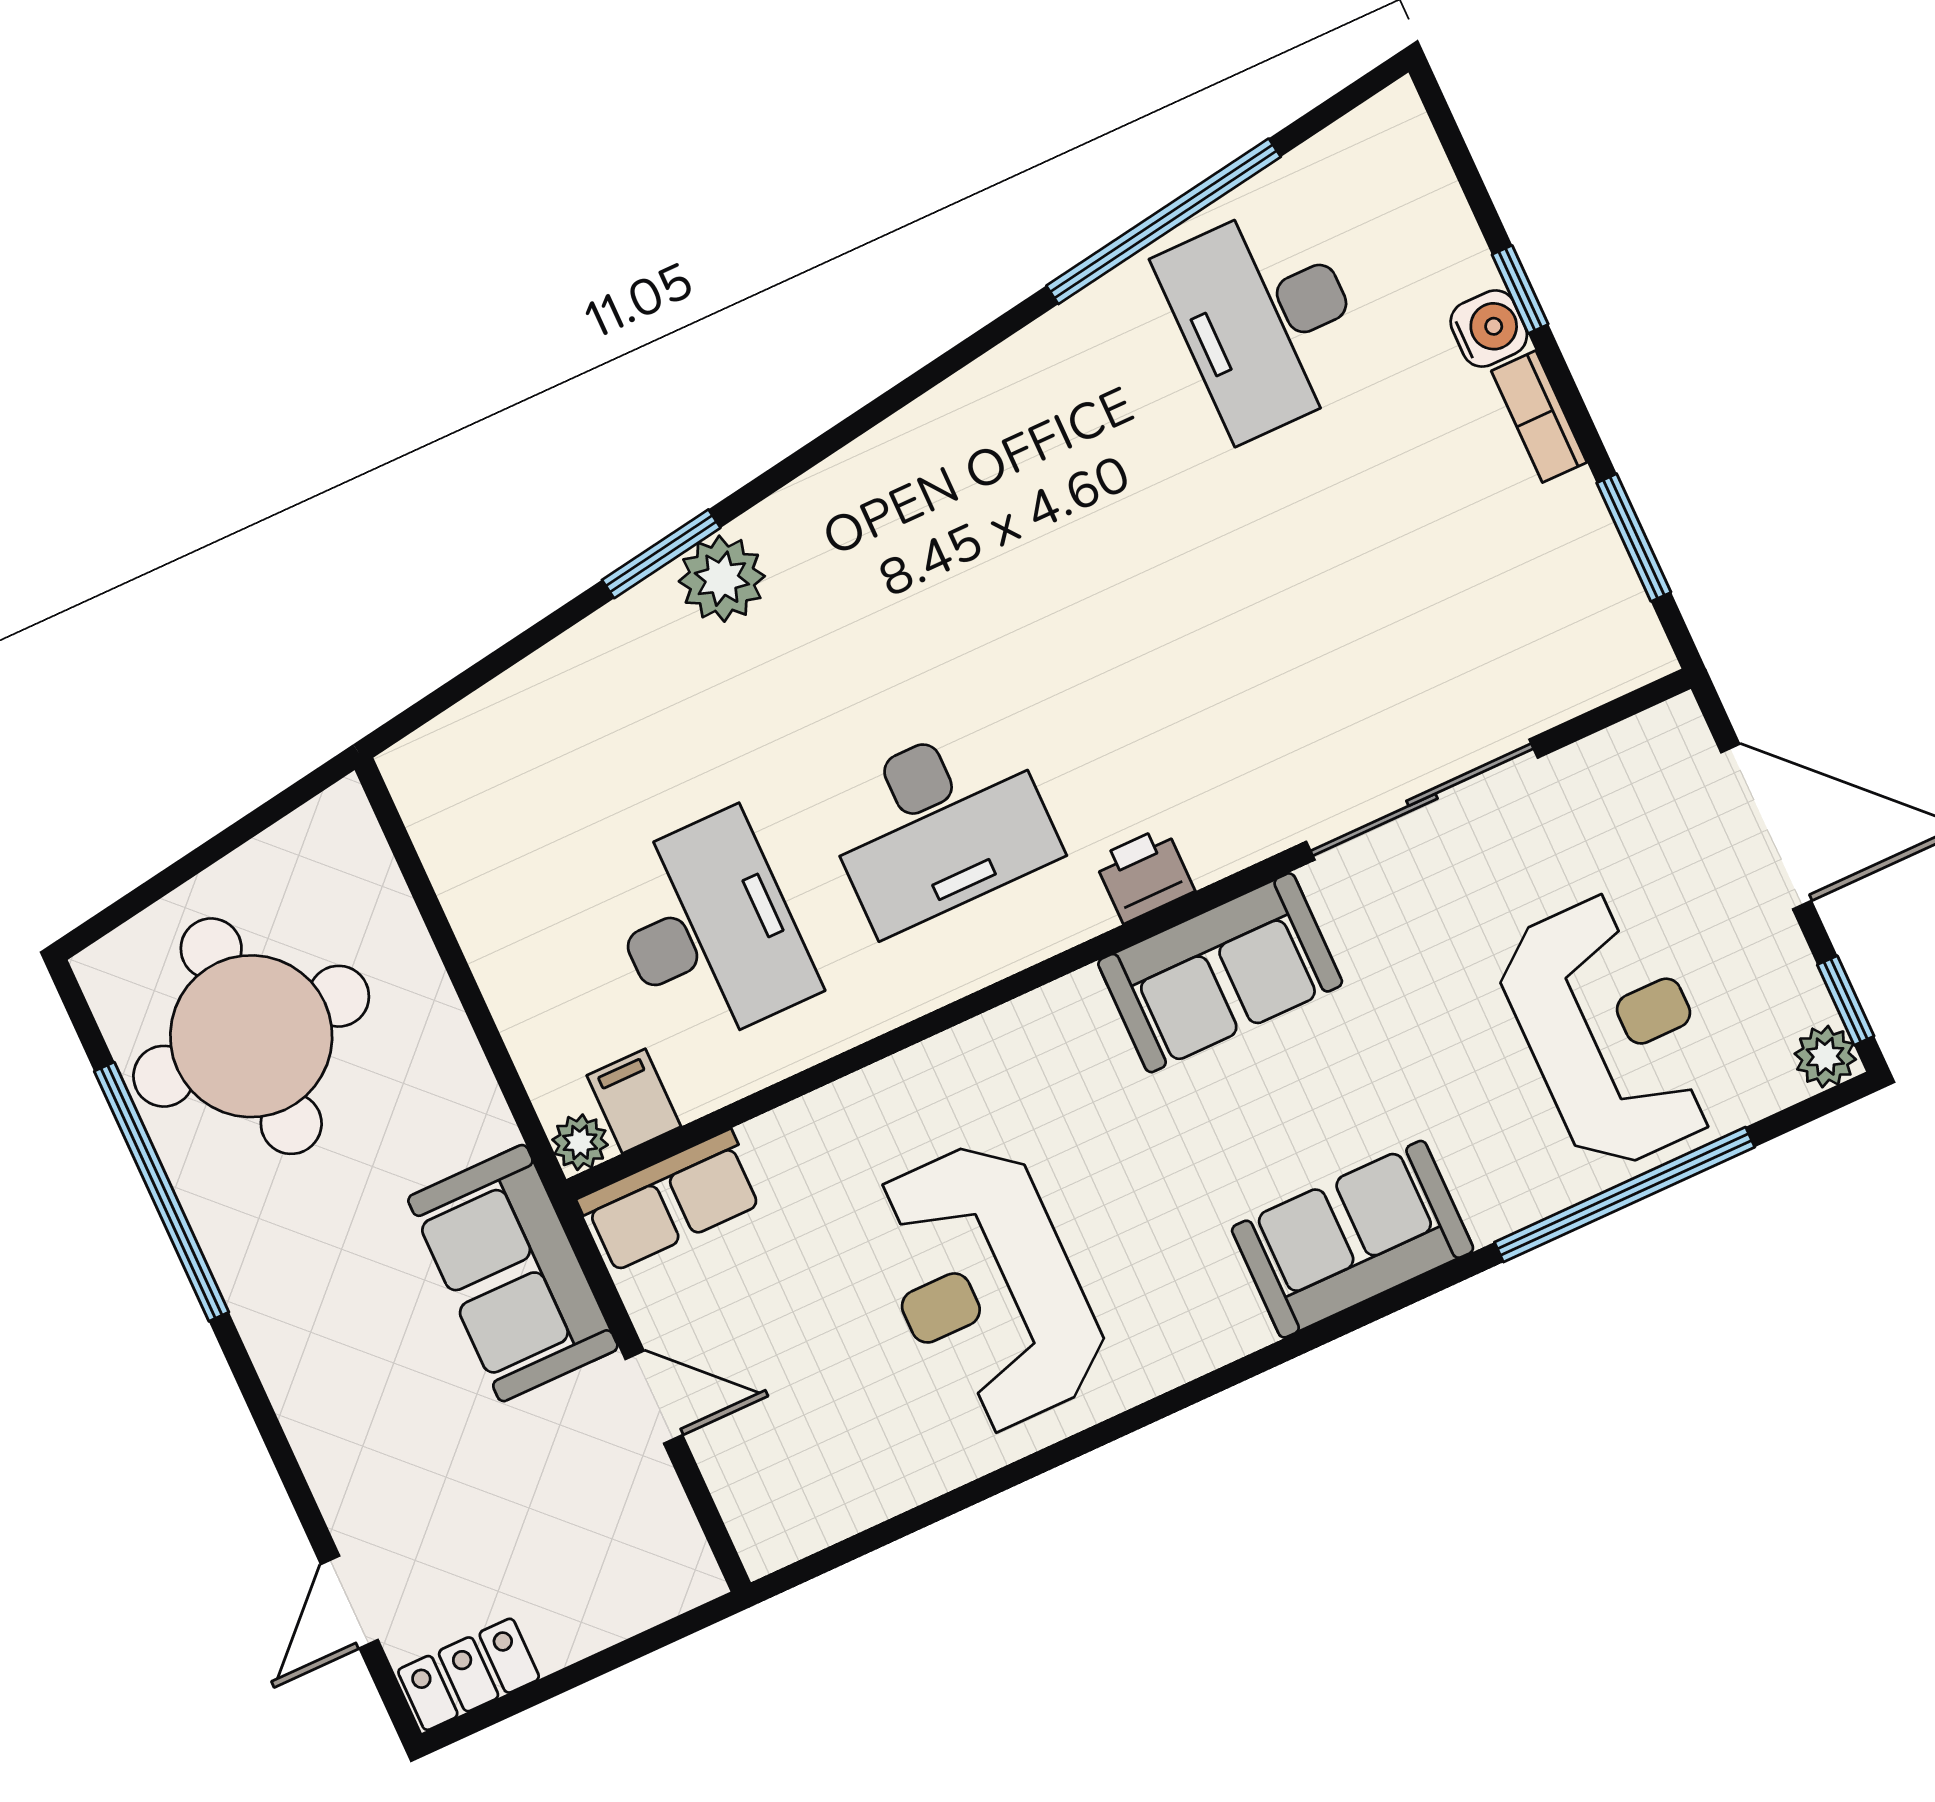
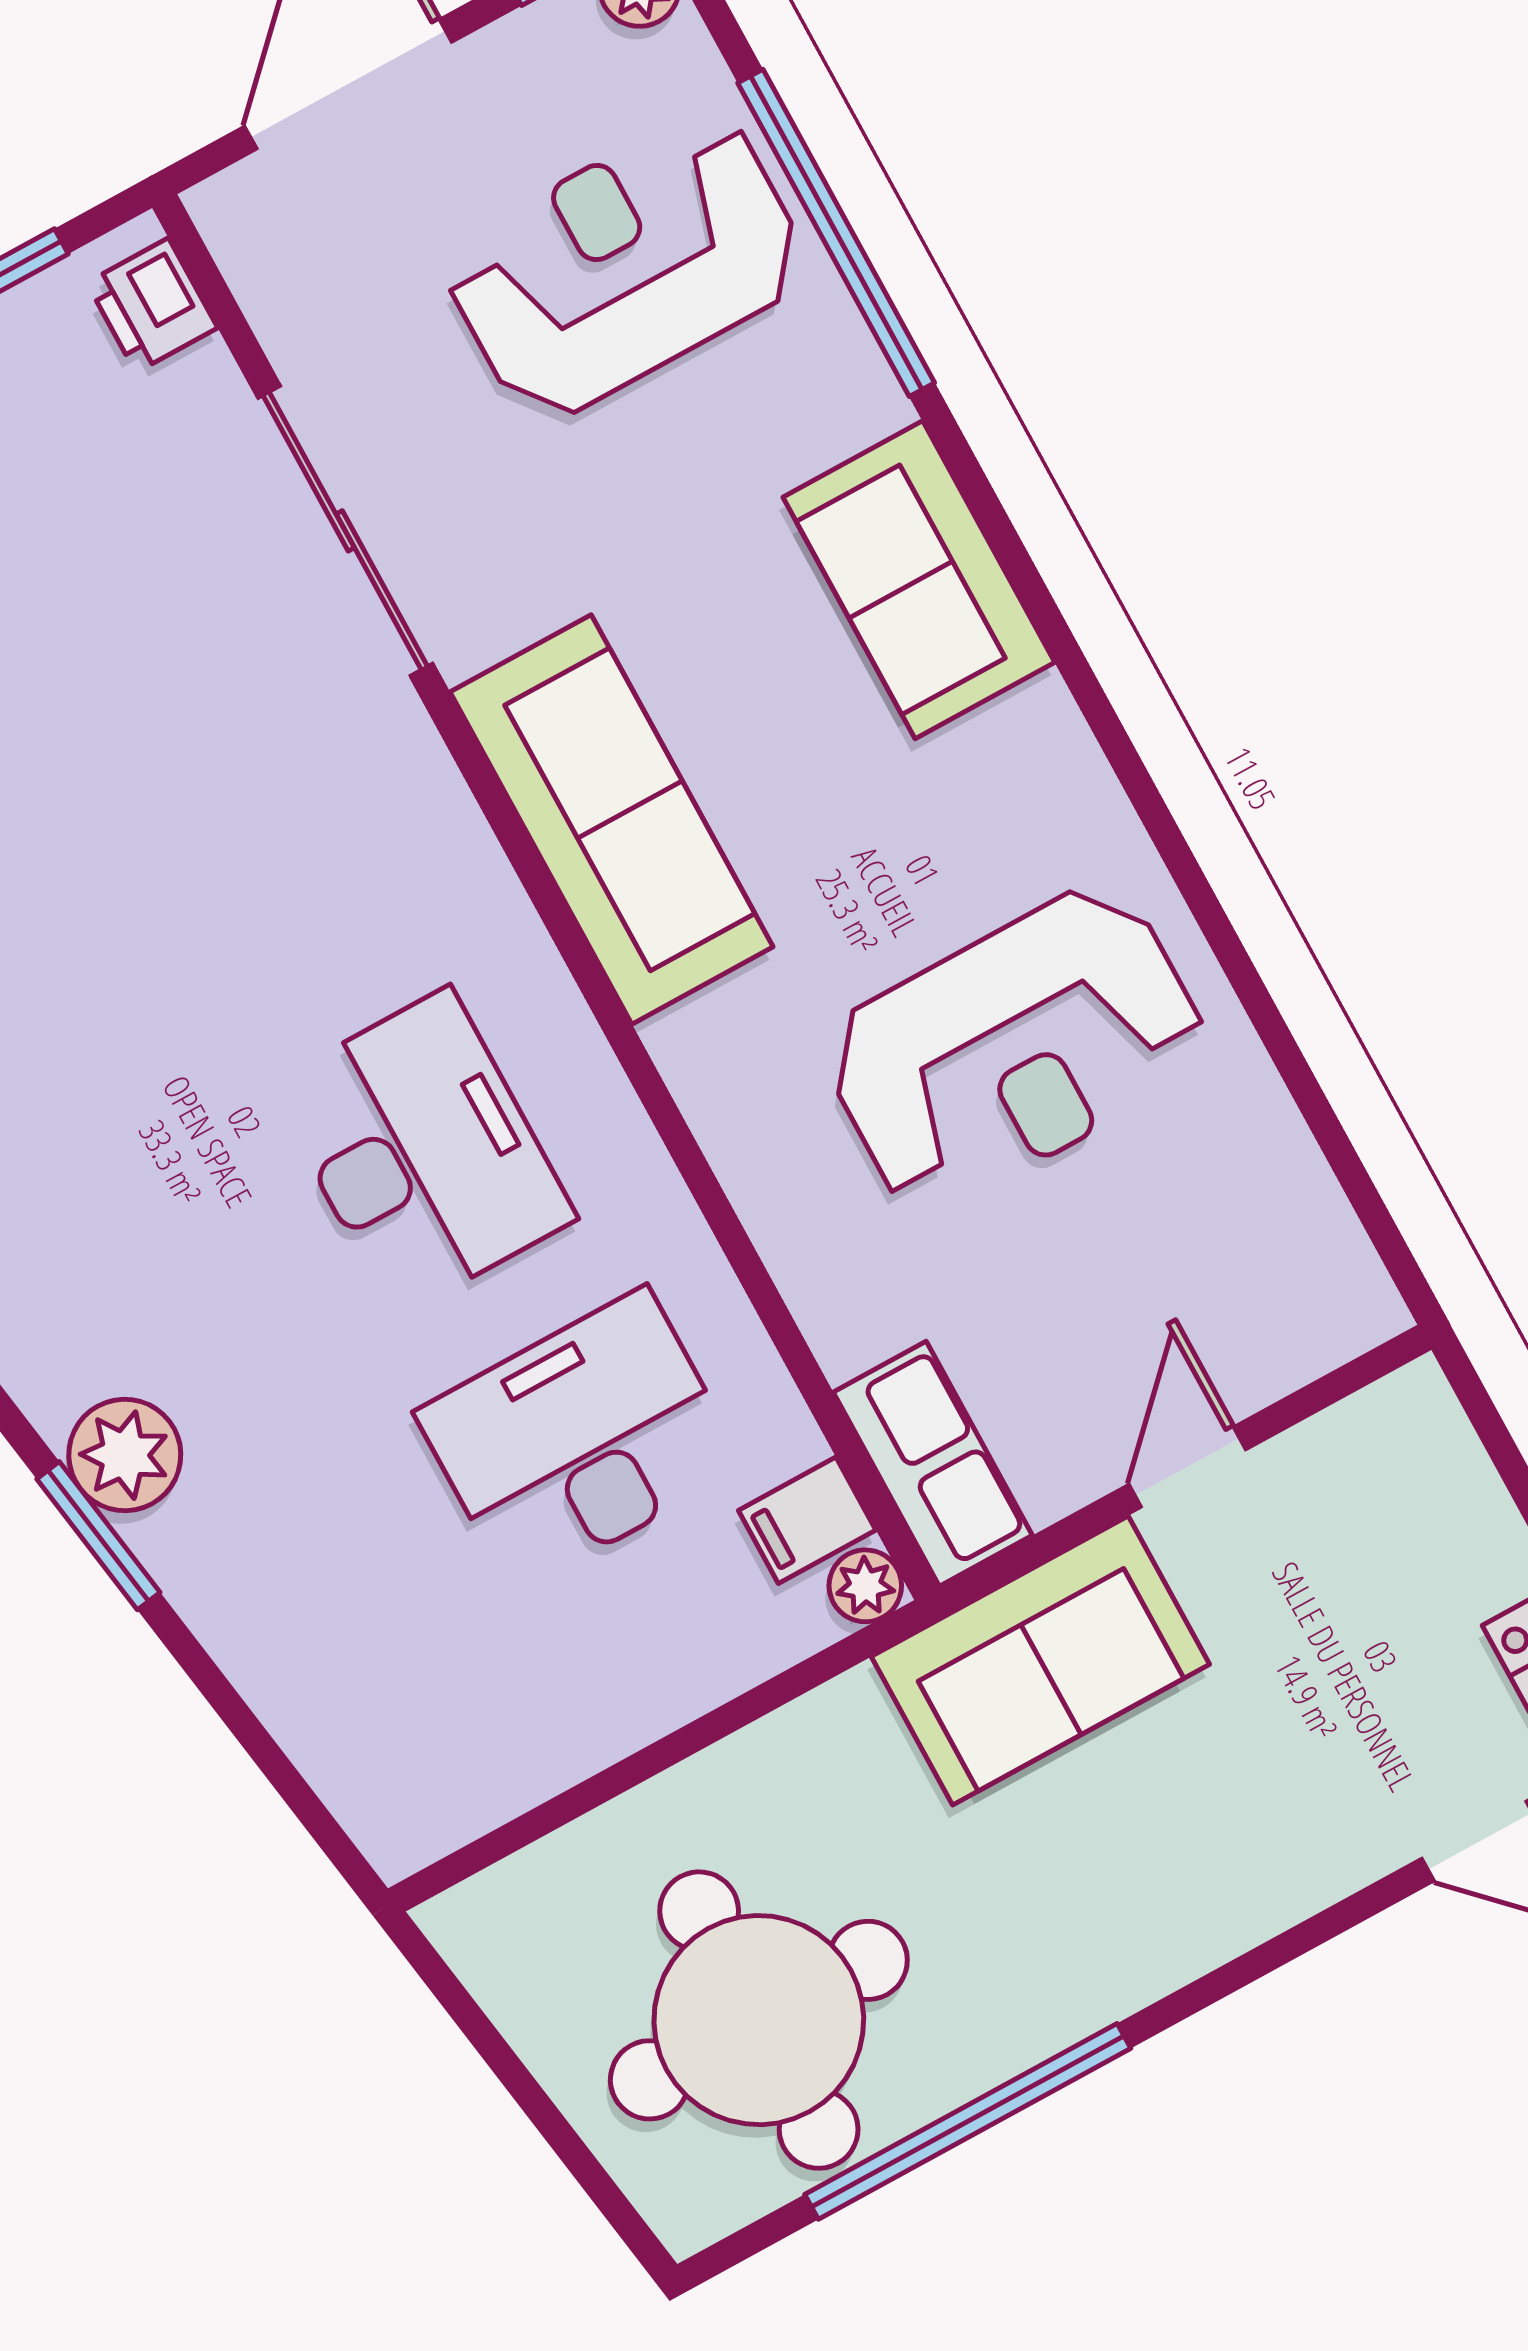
printer: (1144, 875) -> (152, 305), moved
sofa: (1220, 973) -> (611, 819), width x1.36

